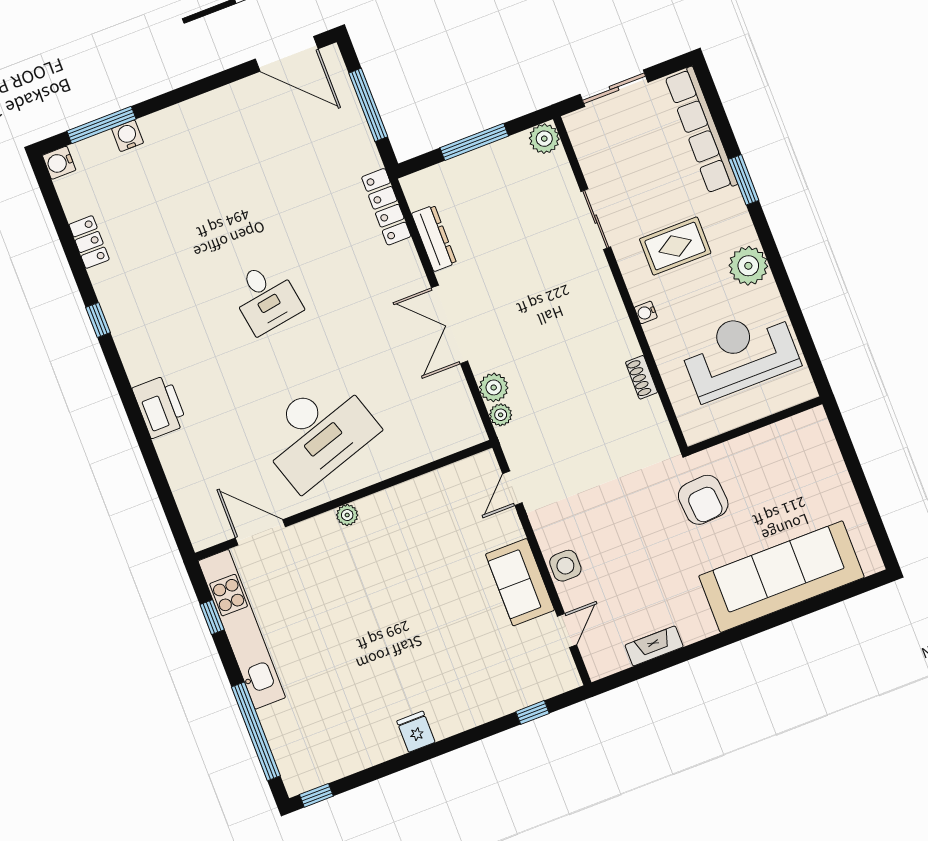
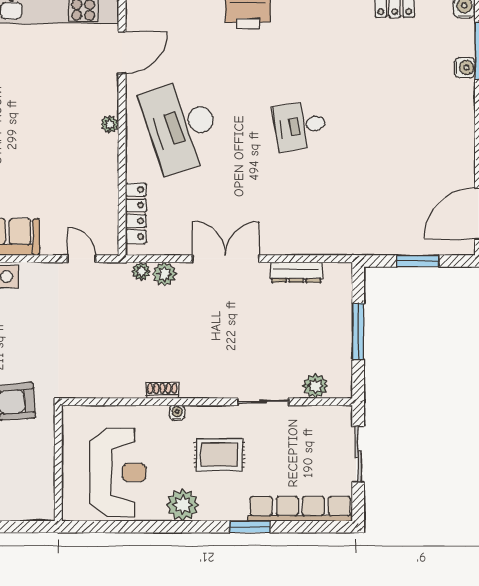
window: (368, 105) -> (418, 261), width x0.69
plant: (544, 139) -> (315, 386), moved
locker: (386, 207) -> (136, 213), moved, turned 90
rug: (675, 246) -> (219, 455), turned 90
shoe rack: (642, 377) -> (162, 390), moved

